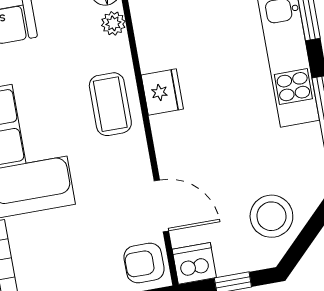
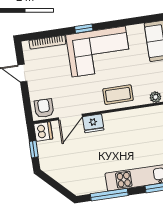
fridge: (162, 92) -> (93, 123), moved
stool: (271, 216) -> (64, 168), removed

